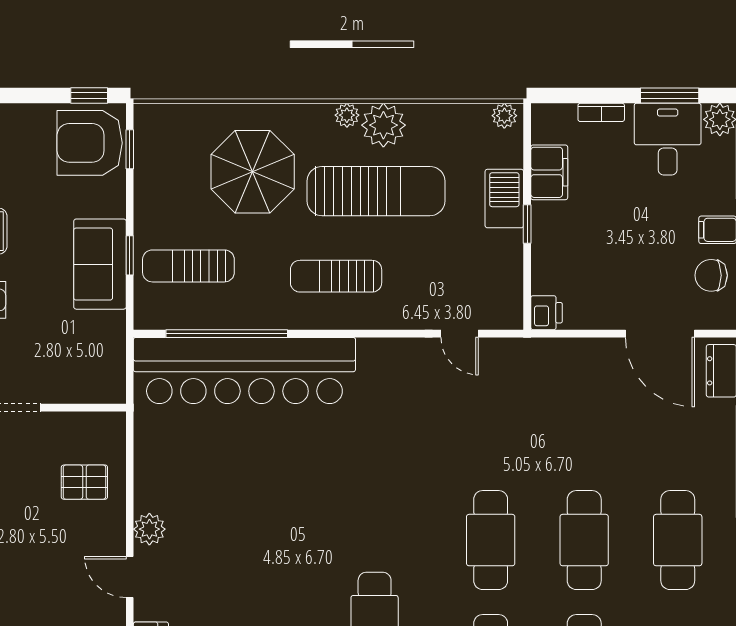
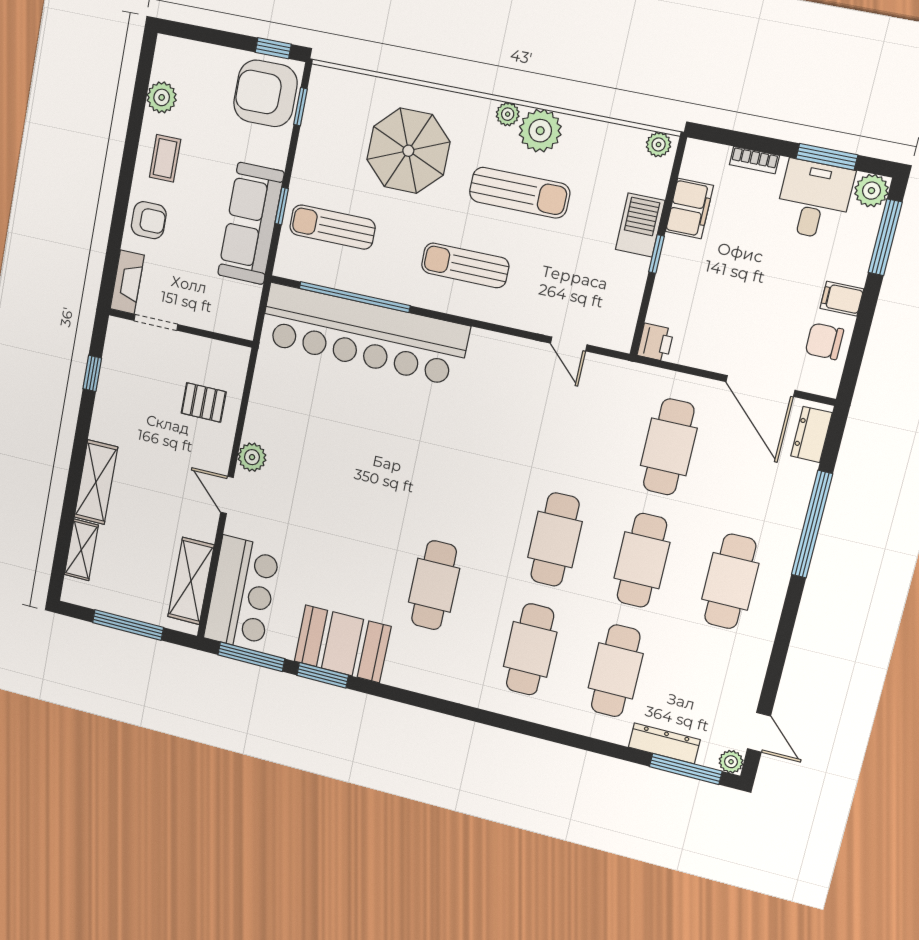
sun lounger: (376, 191) -> (520, 193), width x0.73, depth x0.75
sofa: (100, 264) -> (251, 224), width x1.36
cafe table: (584, 416) -> (669, 447), added

